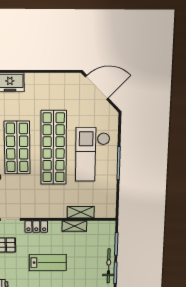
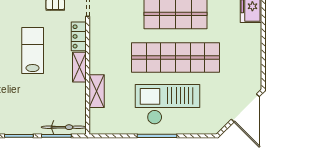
shelving: (74, 226) -> (79, 67), moved
lab bench: (48, 263) -> (33, 51), turned 180
bicycle: (109, 266) -> (64, 127), moved

